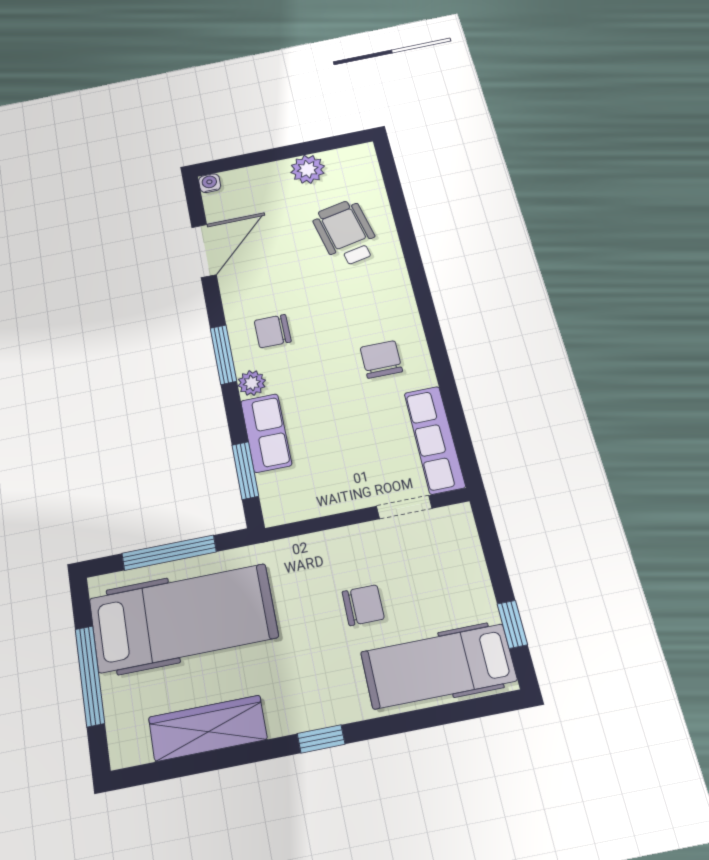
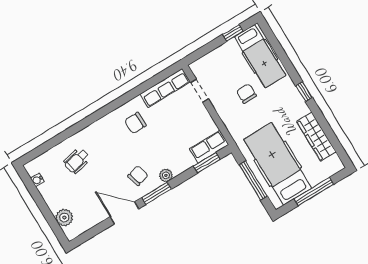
plant: (308, 169) -> (64, 218), moved
water cooler: (210, 183) -> (37, 180), moved
wheelchair: (346, 233) -> (77, 161), width x0.73, depth x0.73
door: (204, 251) -> (124, 213), moved
chair: (273, 331) -> (138, 176), turned -106
row of seats: (266, 433) -> (209, 147), moved

